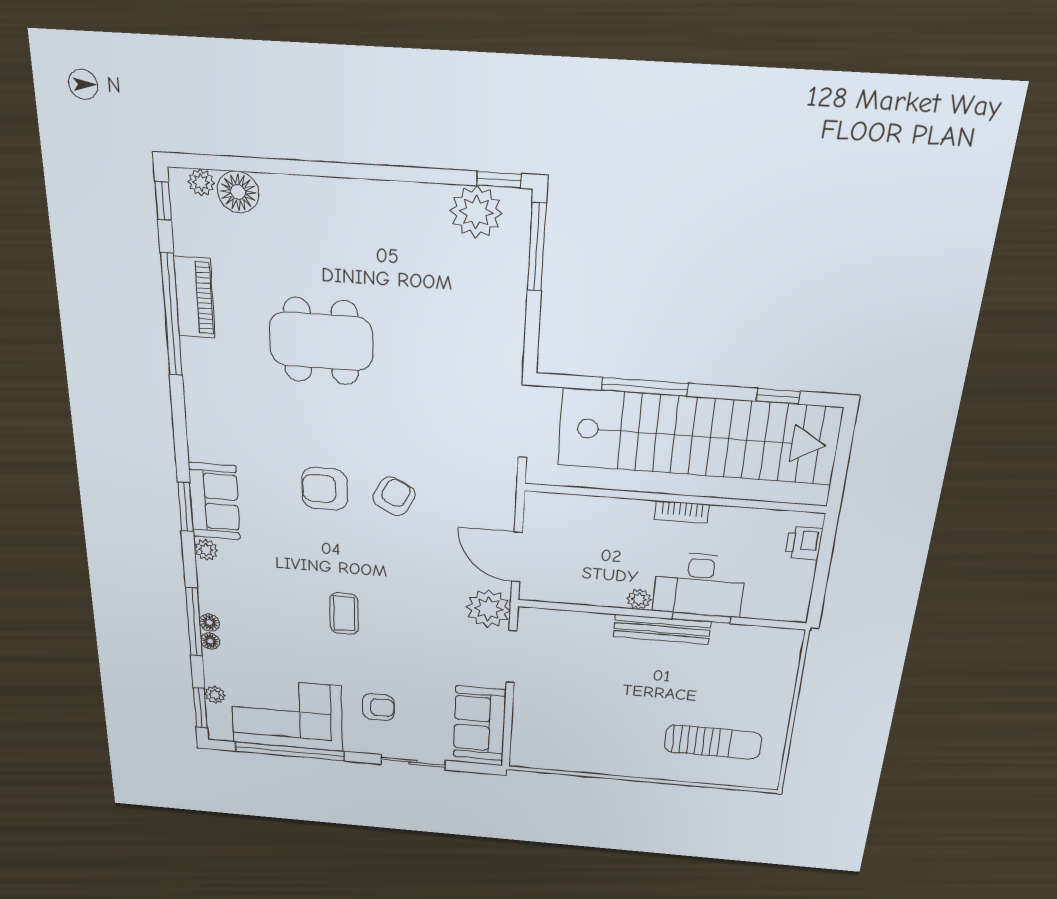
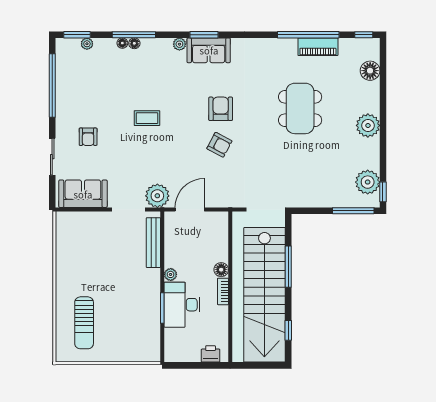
plant: (201, 182) -> (368, 125), moved, width x1.88, depth x1.88
floor lamp: (639, 512) -> (221, 270), added
bench: (662, 629) -> (153, 243), moved
corner sofa: (287, 714) -> (78, 84), removed

